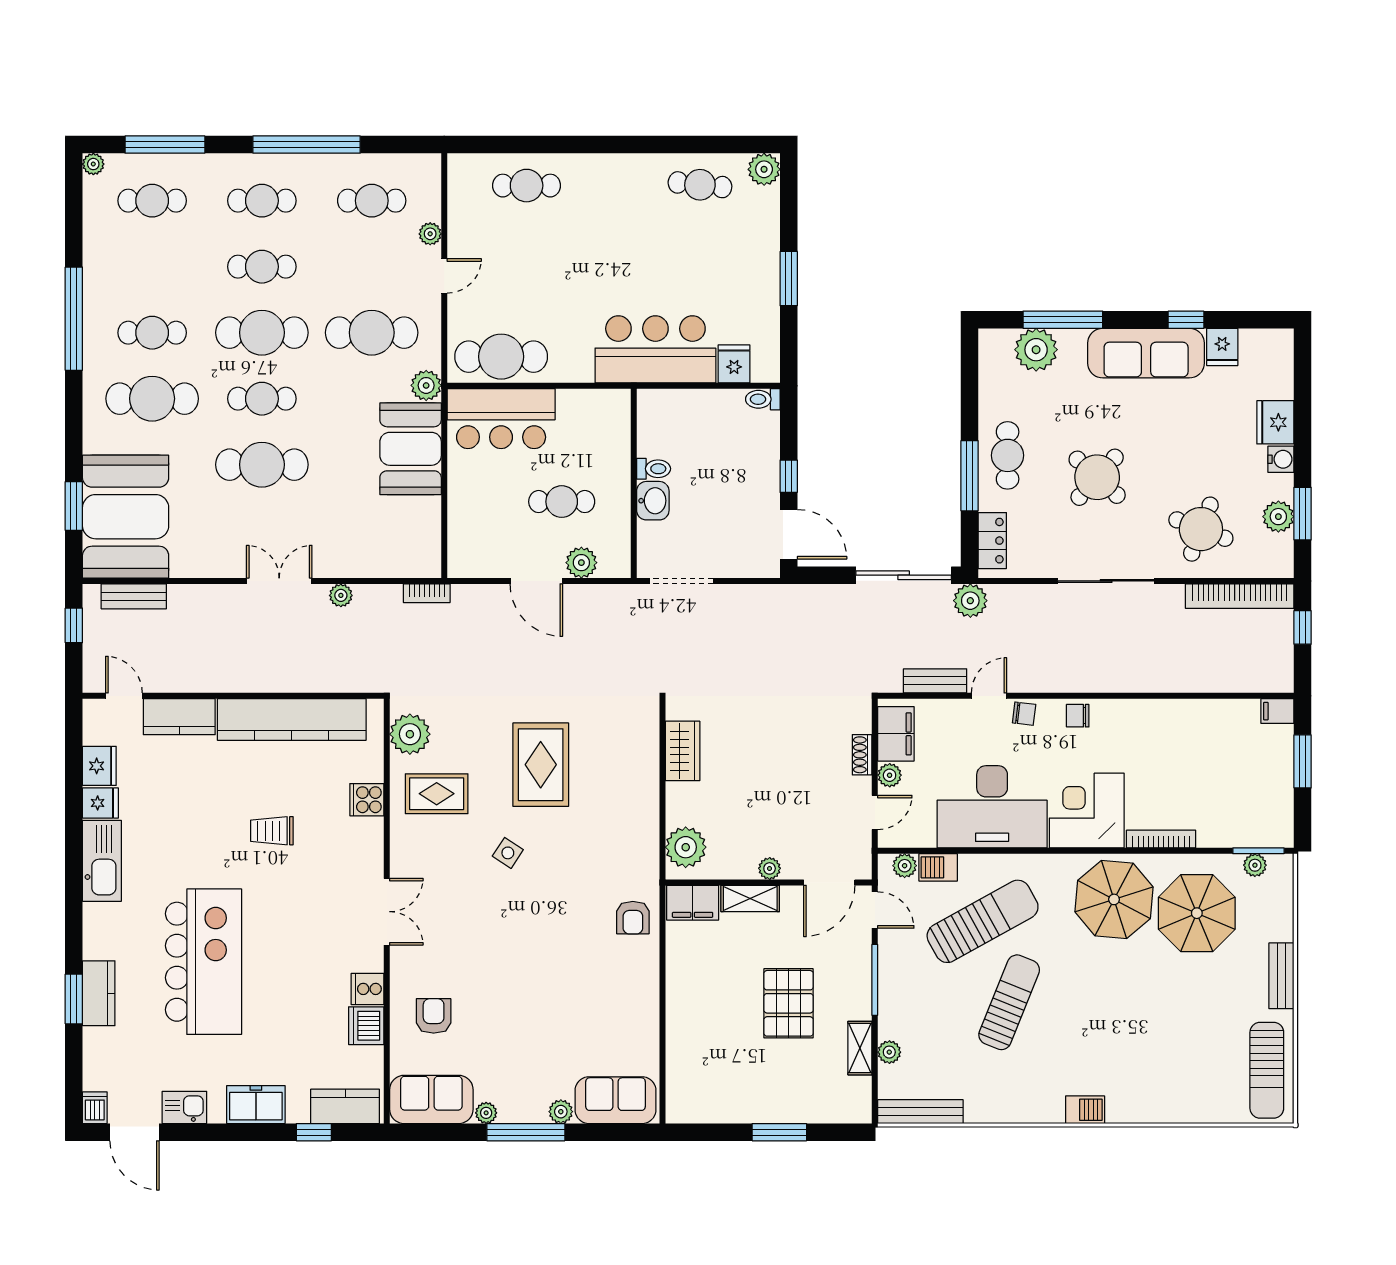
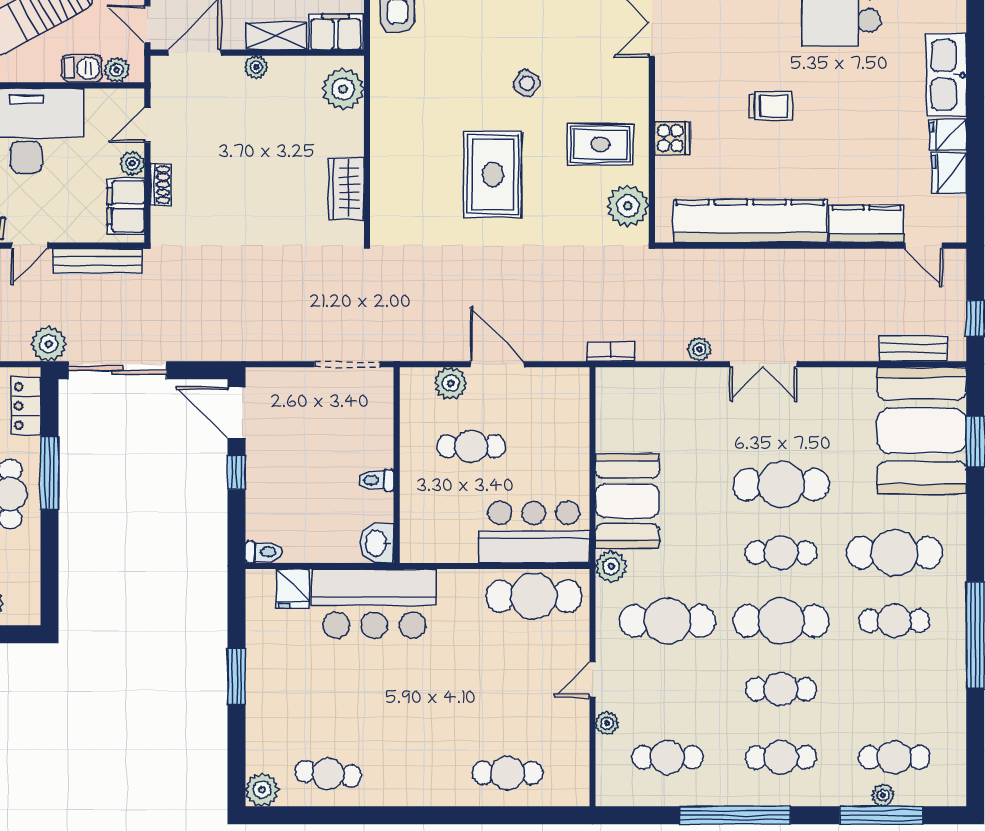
plant: (93, 164) -> (883, 795), moved
washbasin: (653, 501) -> (377, 543), moved
bench: (935, 681) -> (97, 261), width x1.36

